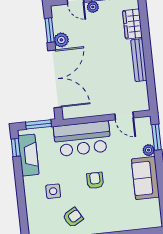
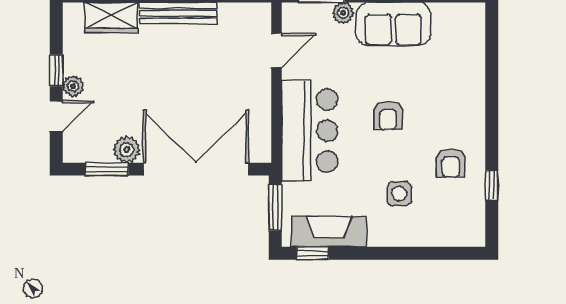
armchair: (95, 180) -> (388, 116), turned -90
armchair: (73, 217) -> (451, 163), turned -150

